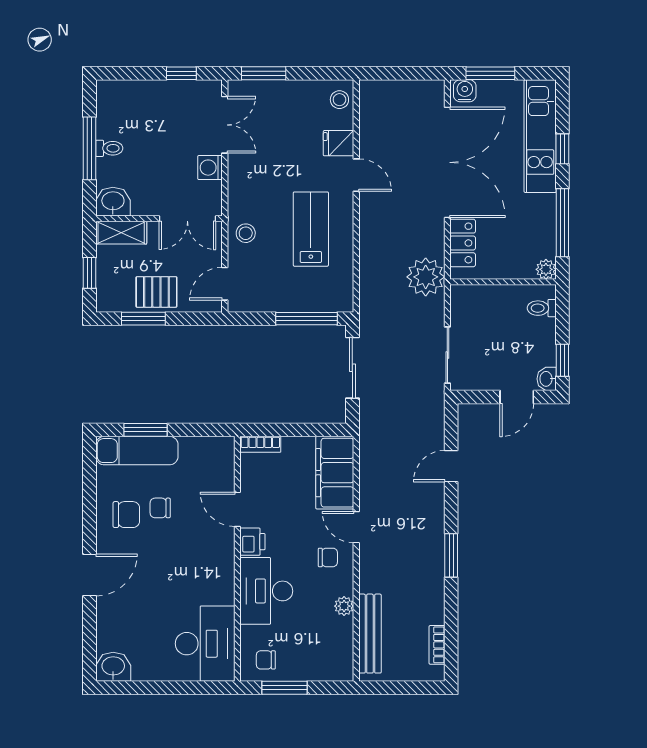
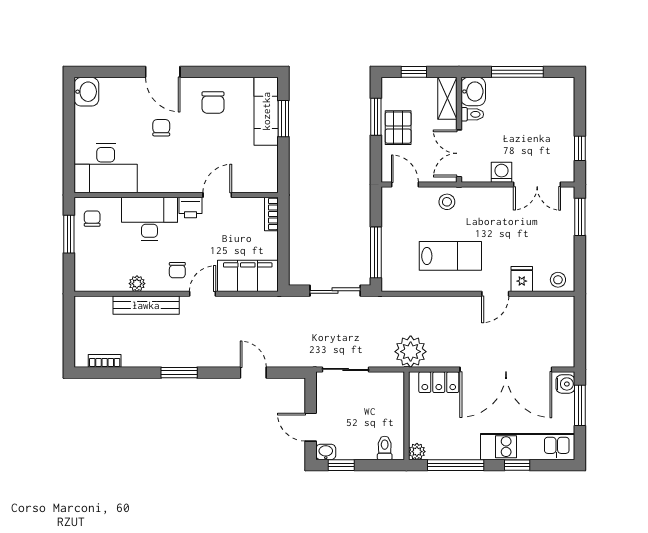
toilet: (109, 148) -> (472, 114), moved, turned -90
chair: (160, 508) -> (161, 128), moved
bench: (370, 634) -> (146, 305), moved

